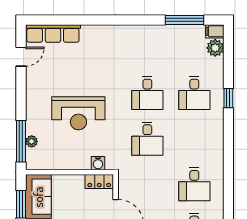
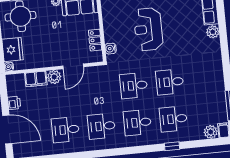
plant: (90, 33) -> (213, 32), added
desk: (194, 139) -> (137, 123), added
locker: (99, 182) -> (95, 40), moved

